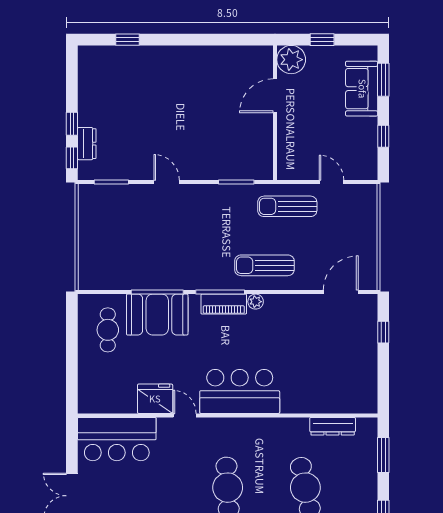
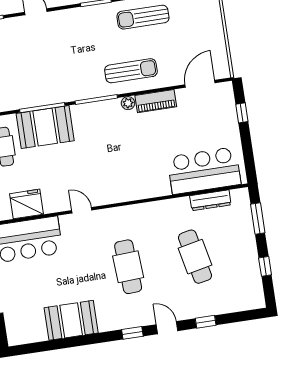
sun lounger: (264, 265) -> (131, 71), turned 180
piano: (224, 304) -> (156, 101), moved
bar counter: (240, 391) -> (204, 171), moved
fridge: (155, 399) -> (27, 204), moved

